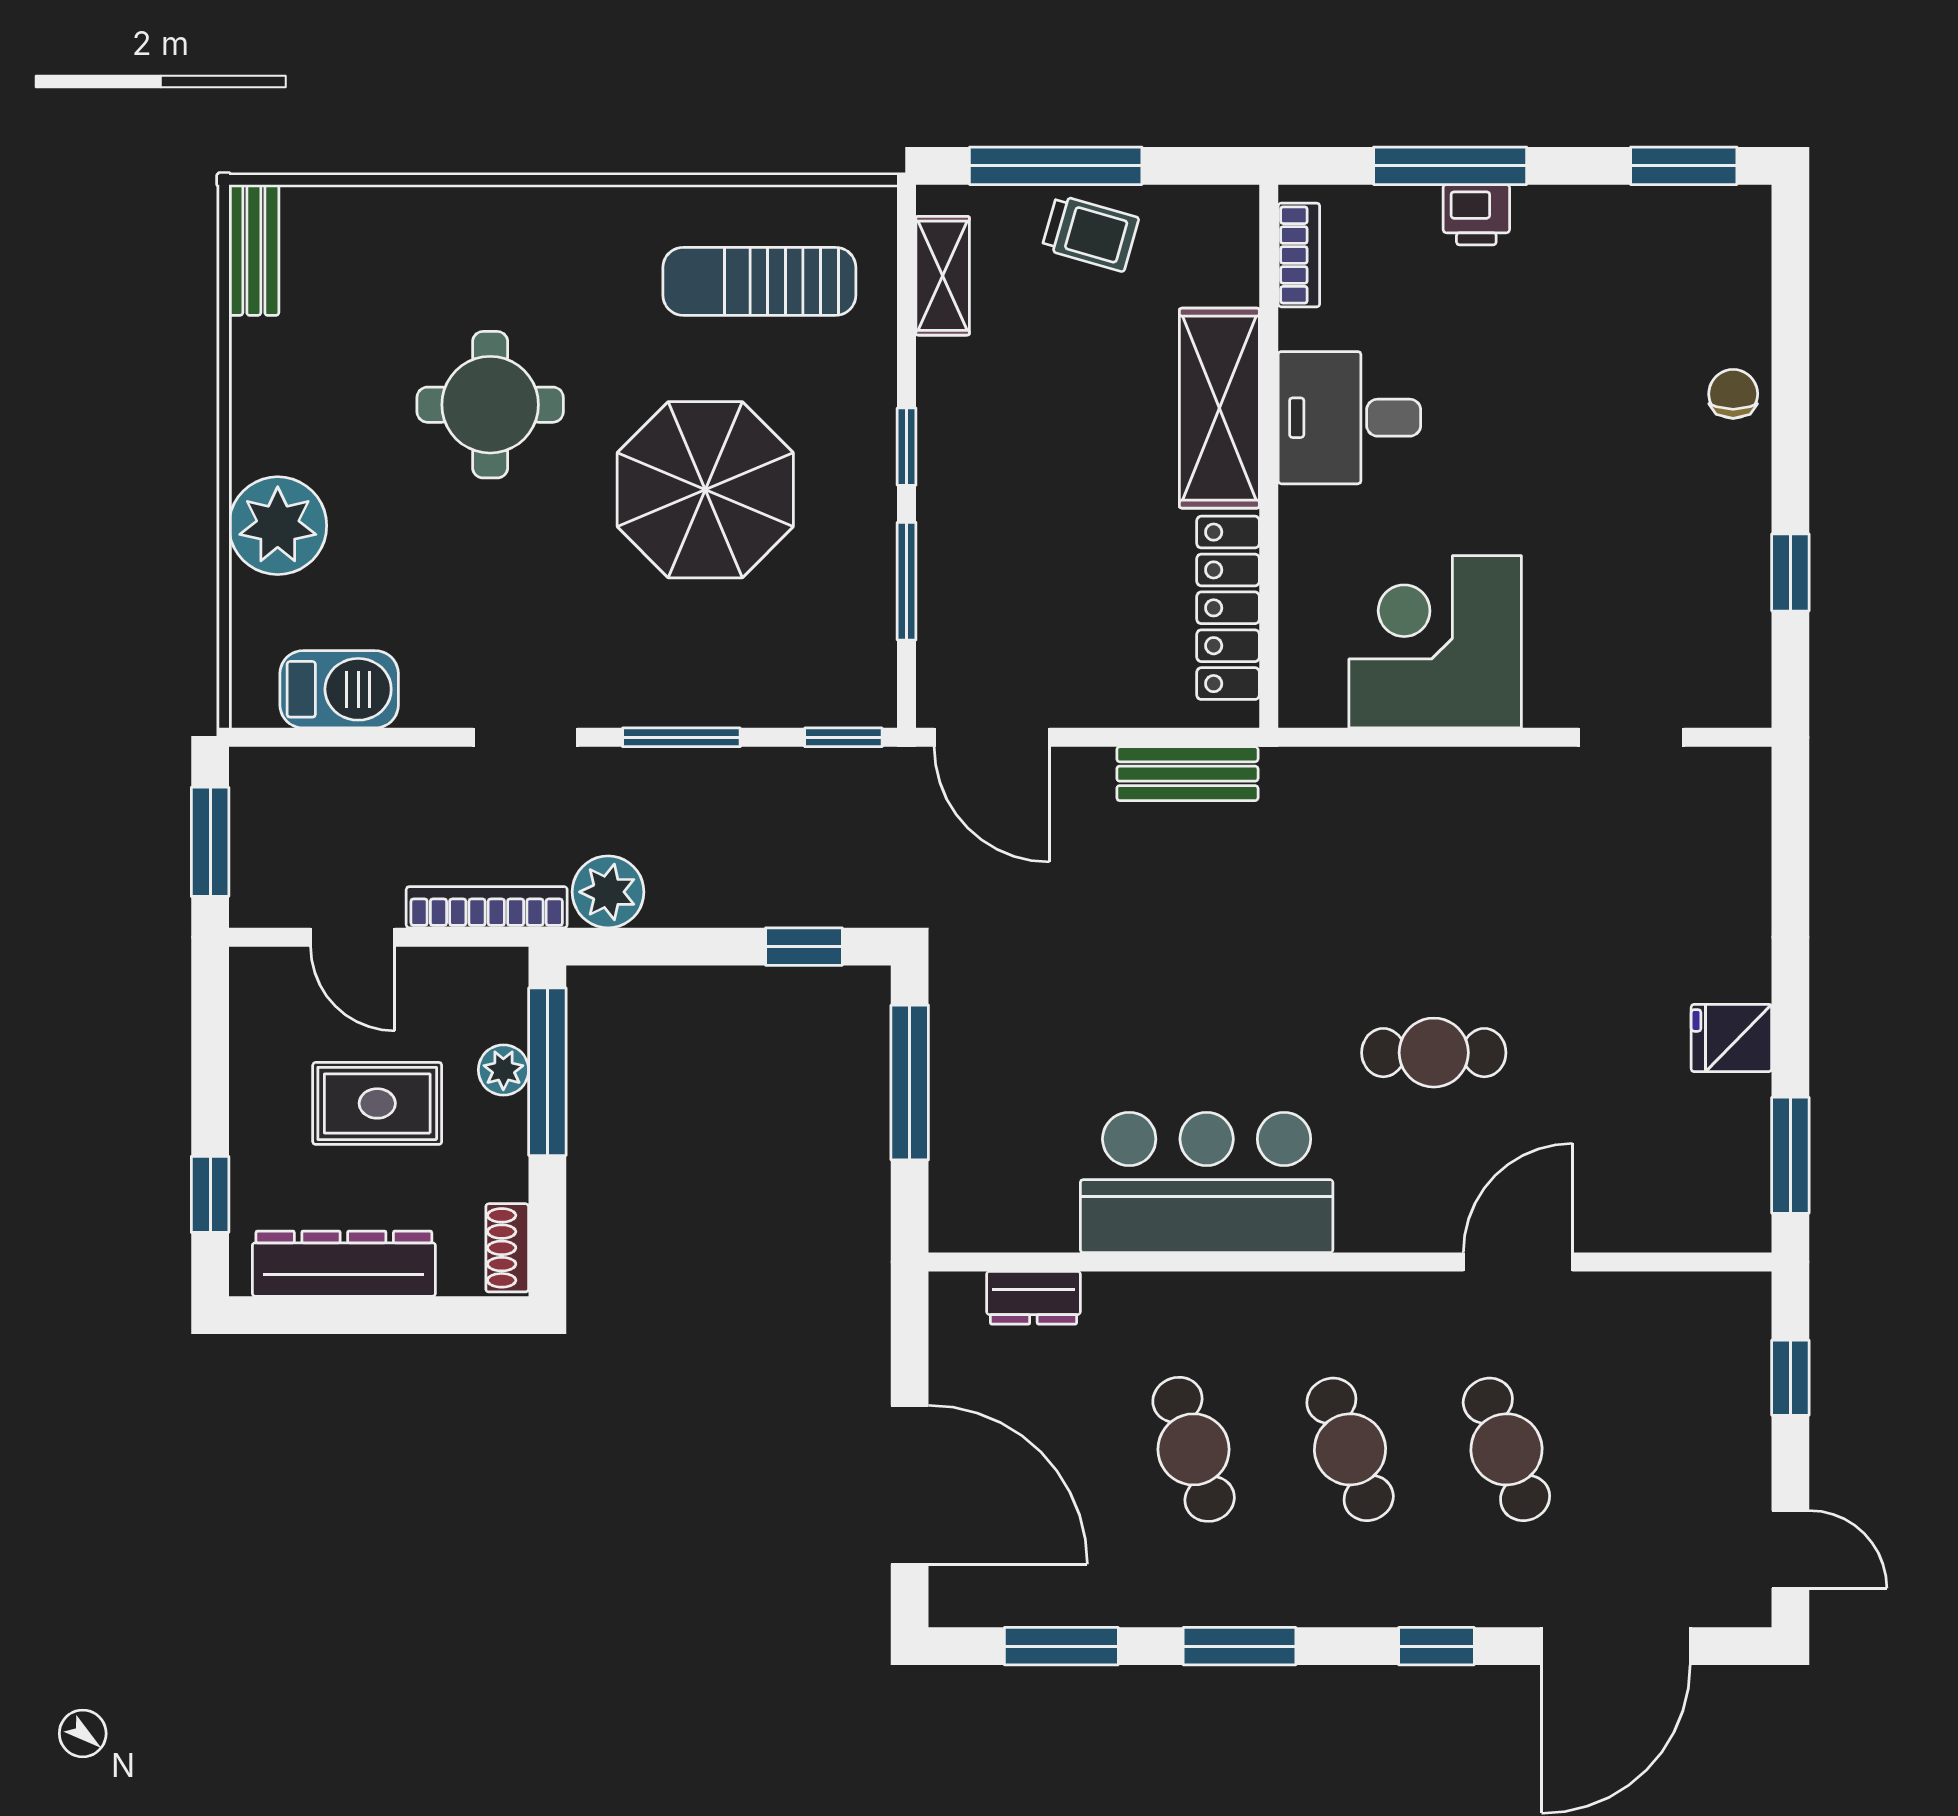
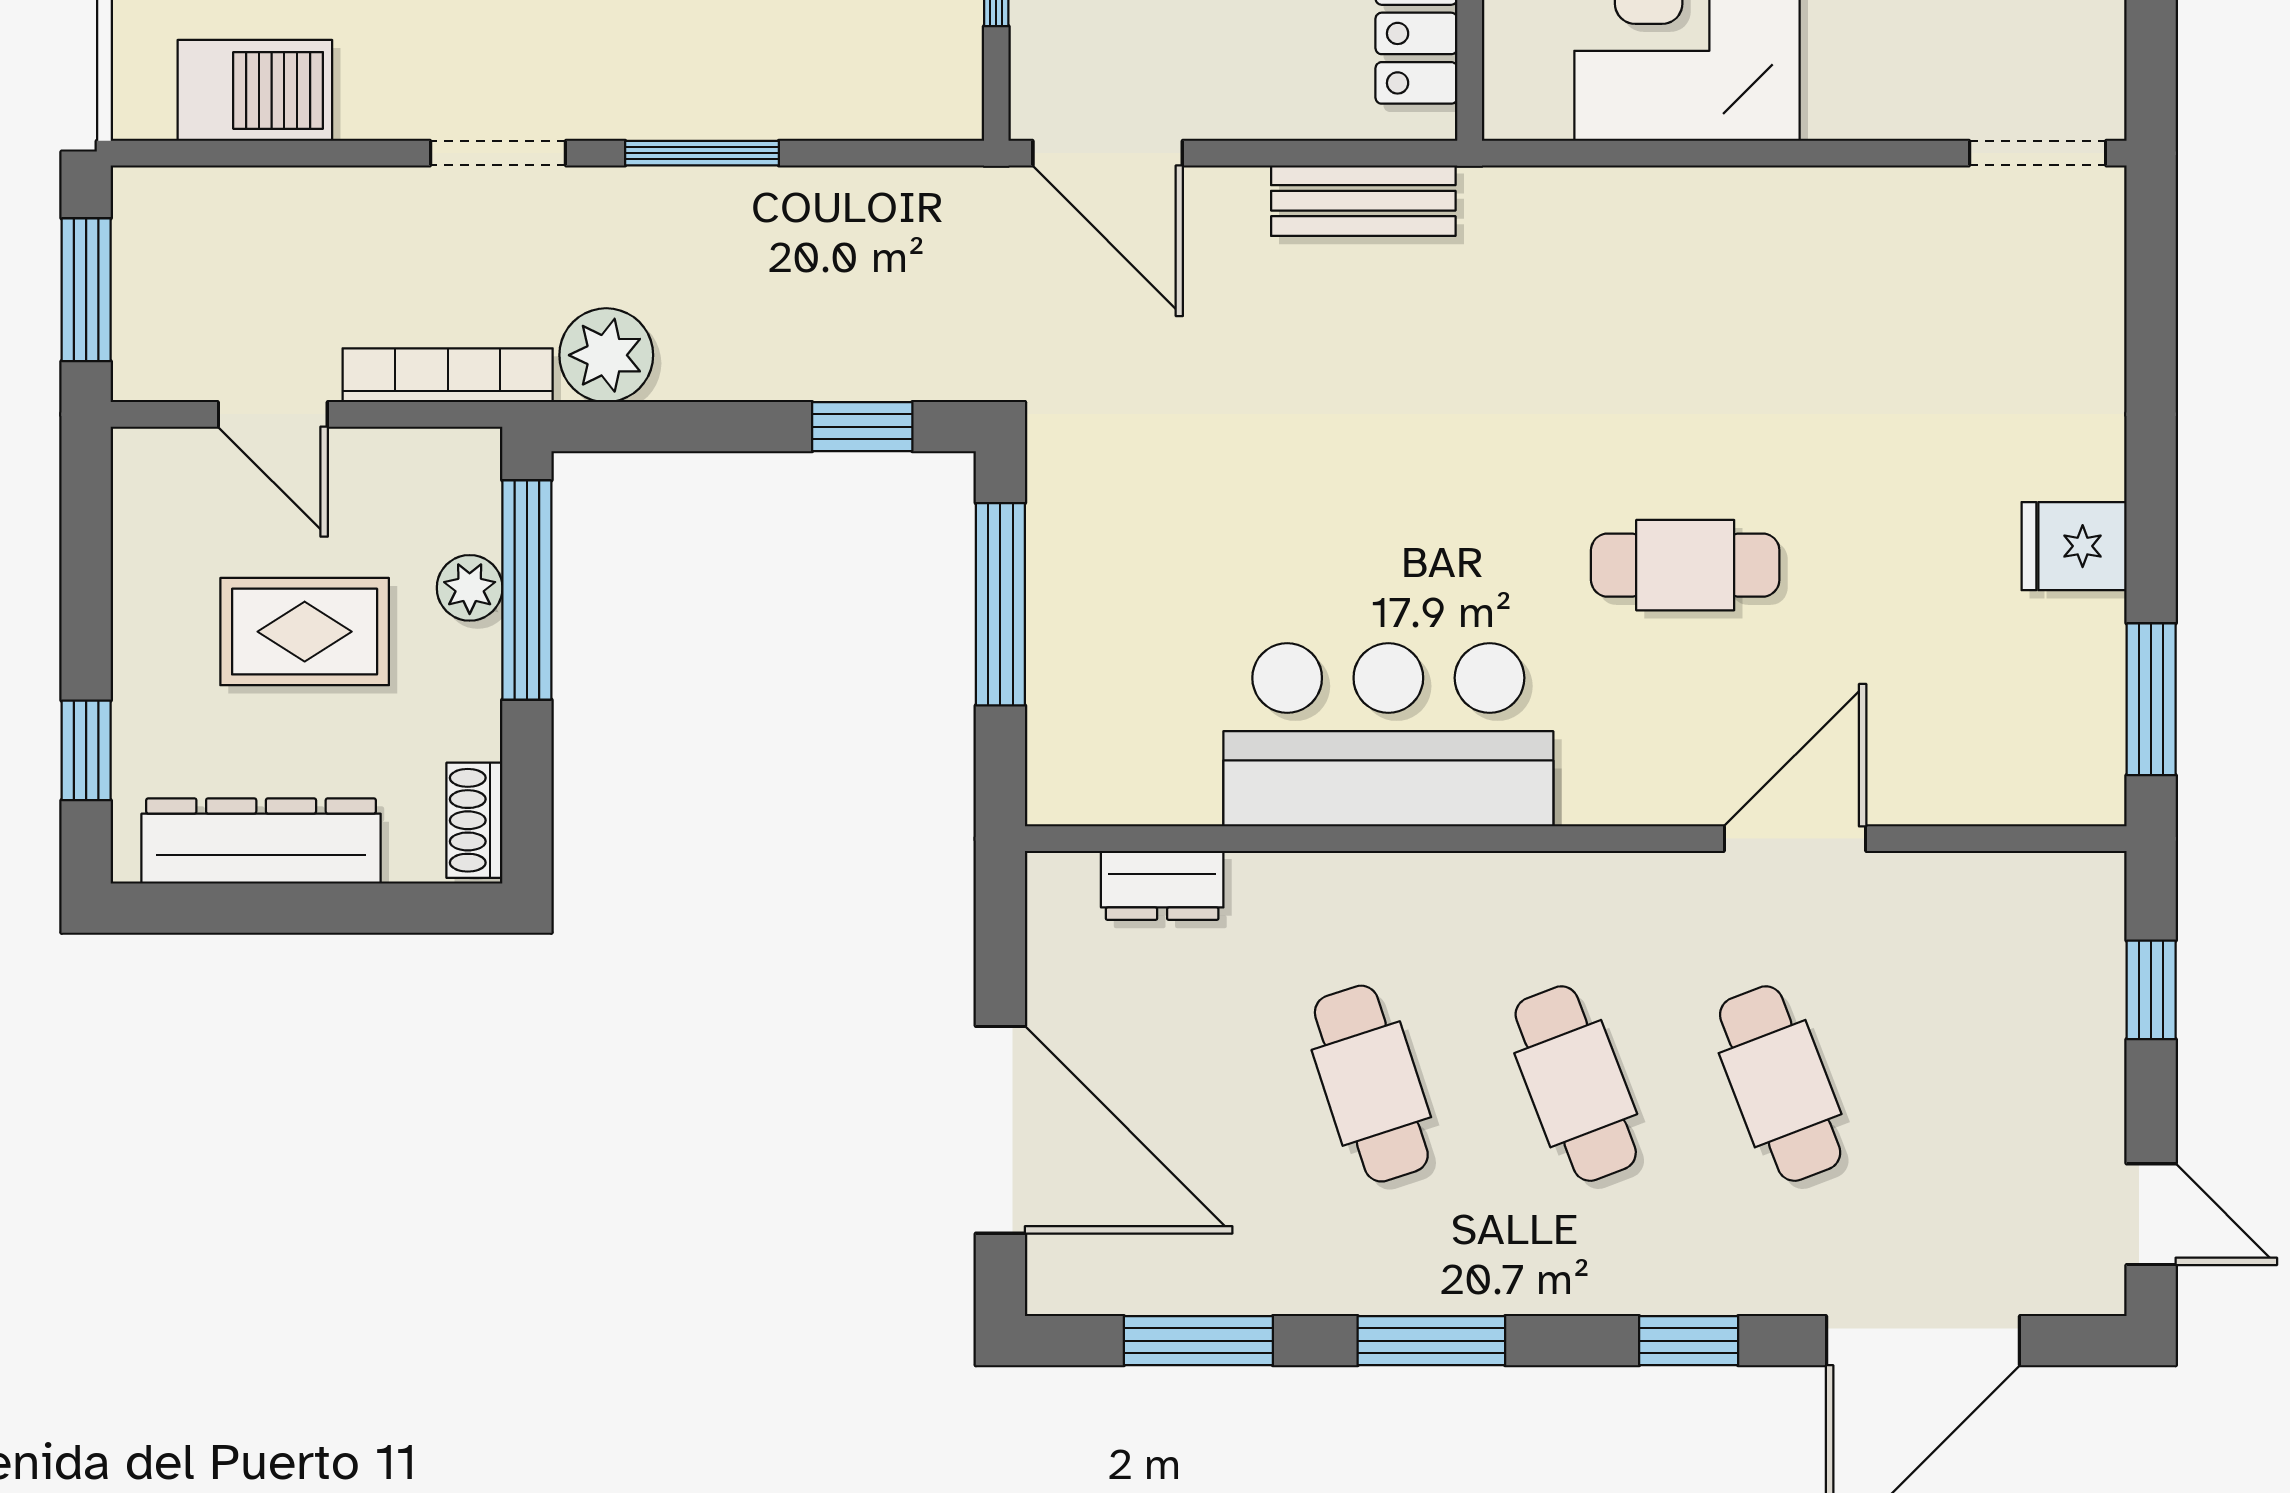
window: (843, 737) -> (914, 153), removed
doorway: (1631, 737) -> (2038, 153), moved

